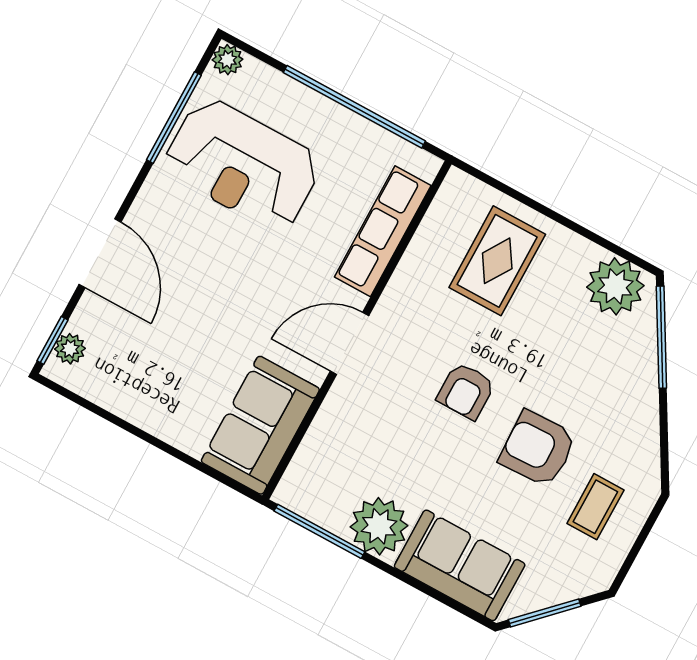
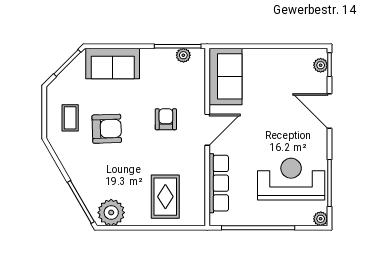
armchair: (466, 391) -> (166, 119), moved
plant: (379, 526) -> (183, 55), moved, width x0.53, depth x0.53

